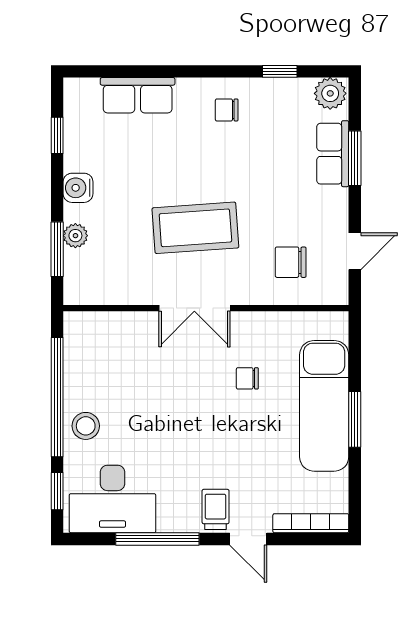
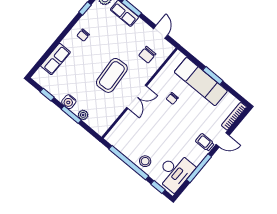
window: (57, 249) -> (71, 115), moved

